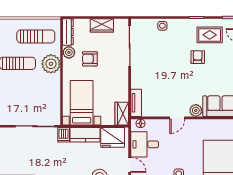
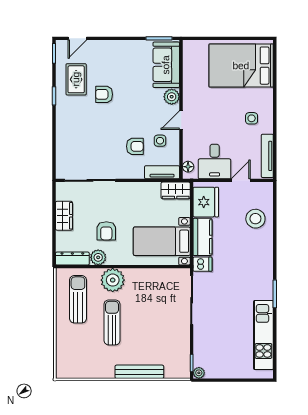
side table: (162, 26) -> (160, 141), moved
armchair: (157, 81) -> (135, 146), added
door: (177, 118) -> (181, 120), swing flipped

